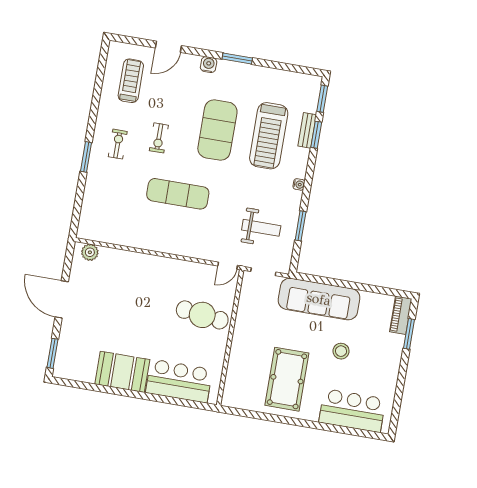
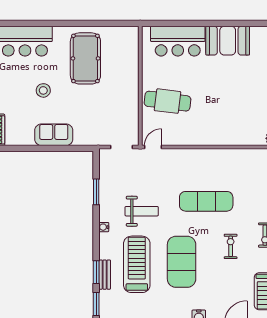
weight bench: (261, 228) -> (142, 211), moved, turned 180
sofa: (319, 299) -> (54, 135), width x0.54, depth x0.79

